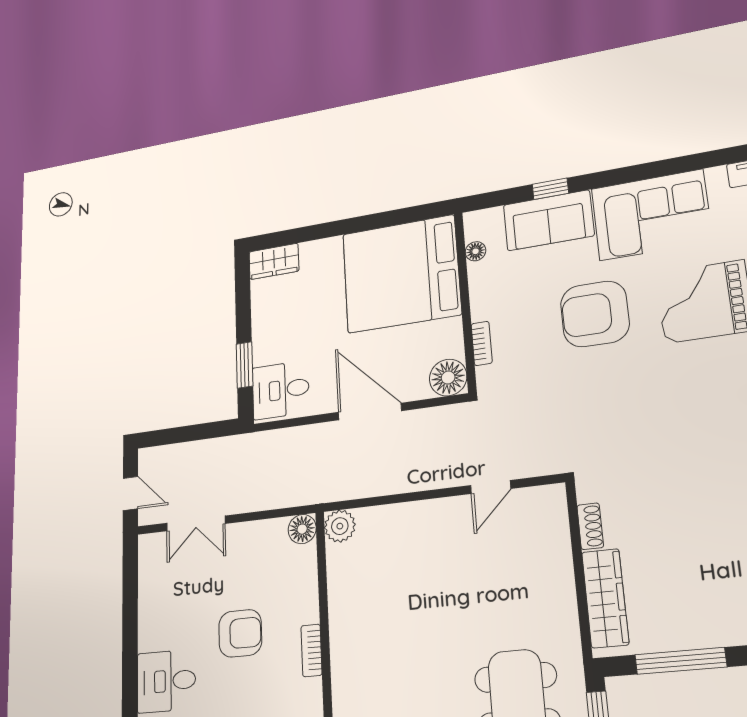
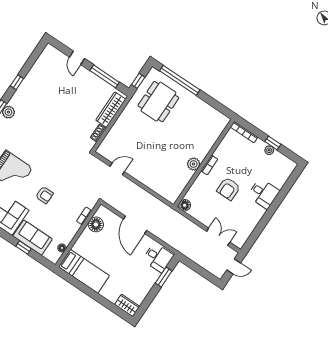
bed: (401, 274) -> (84, 271), width x0.49
armchair: (595, 314) -> (44, 195), width x0.53, depth x0.53
floor lamp: (448, 378) -> (96, 224), moved
door: (130, 493) -> (234, 266), swing flipped
plant: (340, 526) -> (194, 164), moved
armchair: (240, 633) -> (228, 189), turned -90

